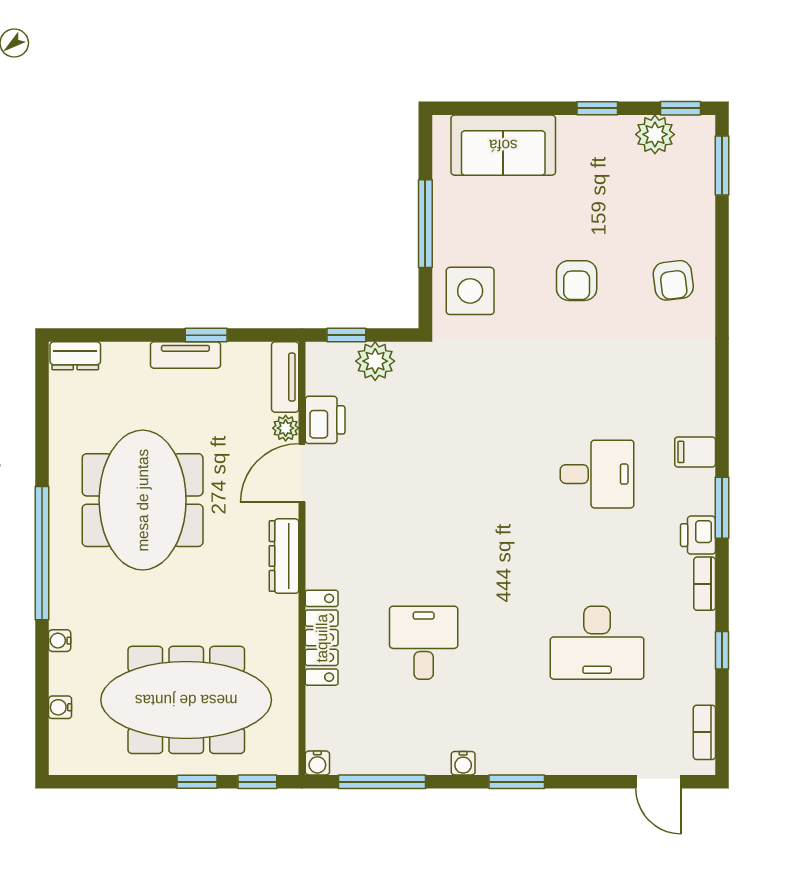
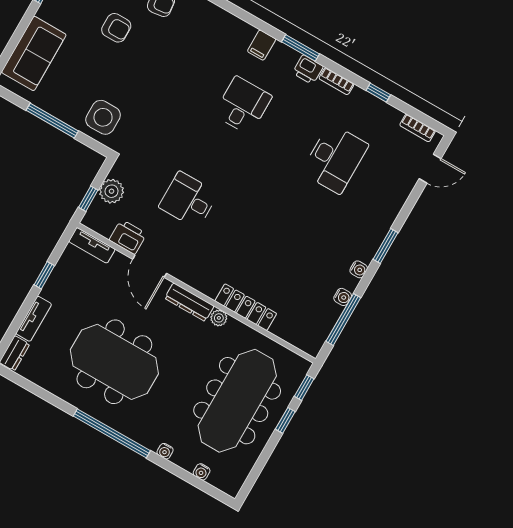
armchair: (577, 281) -> (116, 28), moved
tv unit: (185, 355) -> (34, 319), moved
plant: (286, 428) -> (219, 318), moved
desk: (424, 643) -> (188, 200), moved
water cooler: (317, 763) -> (343, 297), moved

